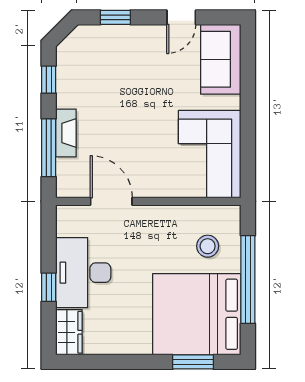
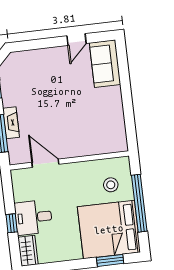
window: (115, 17) -> (34, 45), removed
corner sofa: (210, 154) -> (105, 125), removed
desk: (83, 273) -> (33, 217), width x0.73

